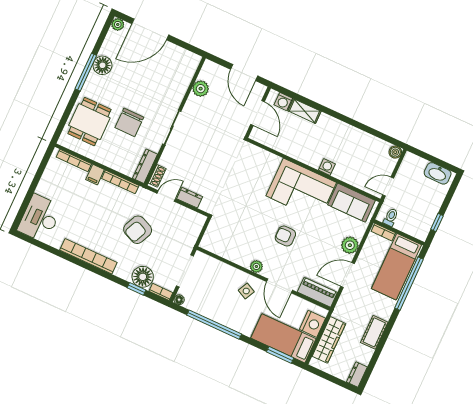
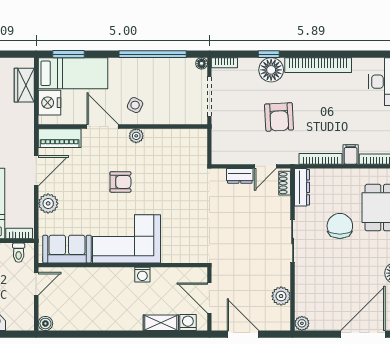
plant: (194, 60) -> (302, 323), added
washing machine: (327, 167) -> (142, 275), moved
armchair: (138, 230) -> (279, 117), turned 153
floor lamp: (143, 277) -> (271, 70), moved
window: (137, 289) -> (269, 54), moved
wardrobe: (329, 340) -> (24, 85), width x0.67

